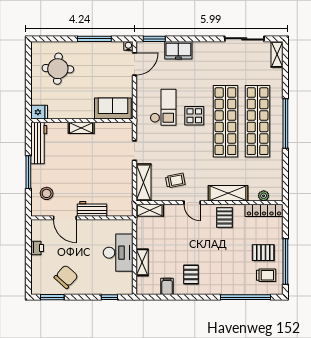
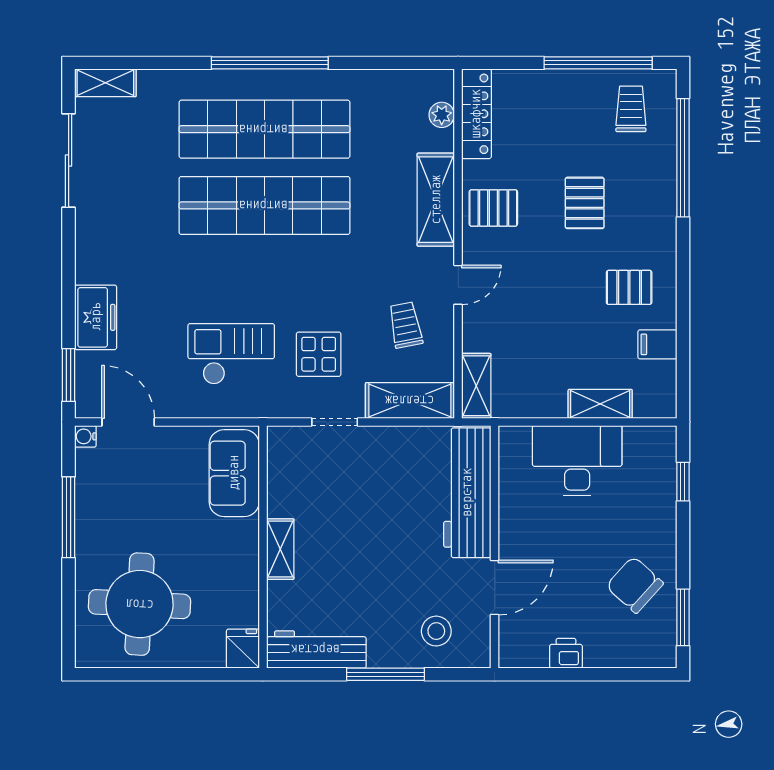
round table: (58, 69) -> (140, 604), width x1.36, depth x1.36
display table: (194, 116) -> (319, 354), moved
workbench: (92, 209) -> (467, 493), width x1.88, depth x1.32
pallet: (263, 253) -> (585, 203), moved

